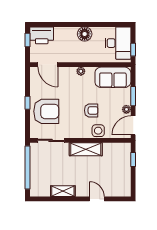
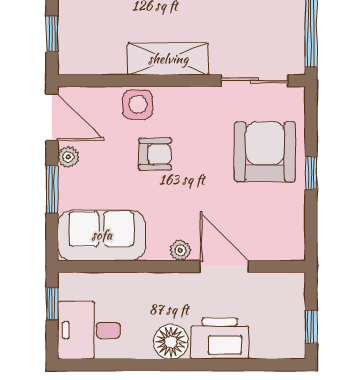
printer: (42, 35) -> (220, 338), moved
desk: (118, 43) -> (89, 330), width x0.73
door: (48, 65) -> (224, 266), moved
armchair: (91, 110) -> (155, 154), turned 180
armchair: (46, 111) -> (265, 152), turned 90
door: (133, 125) -> (52, 117), hinge flipped

